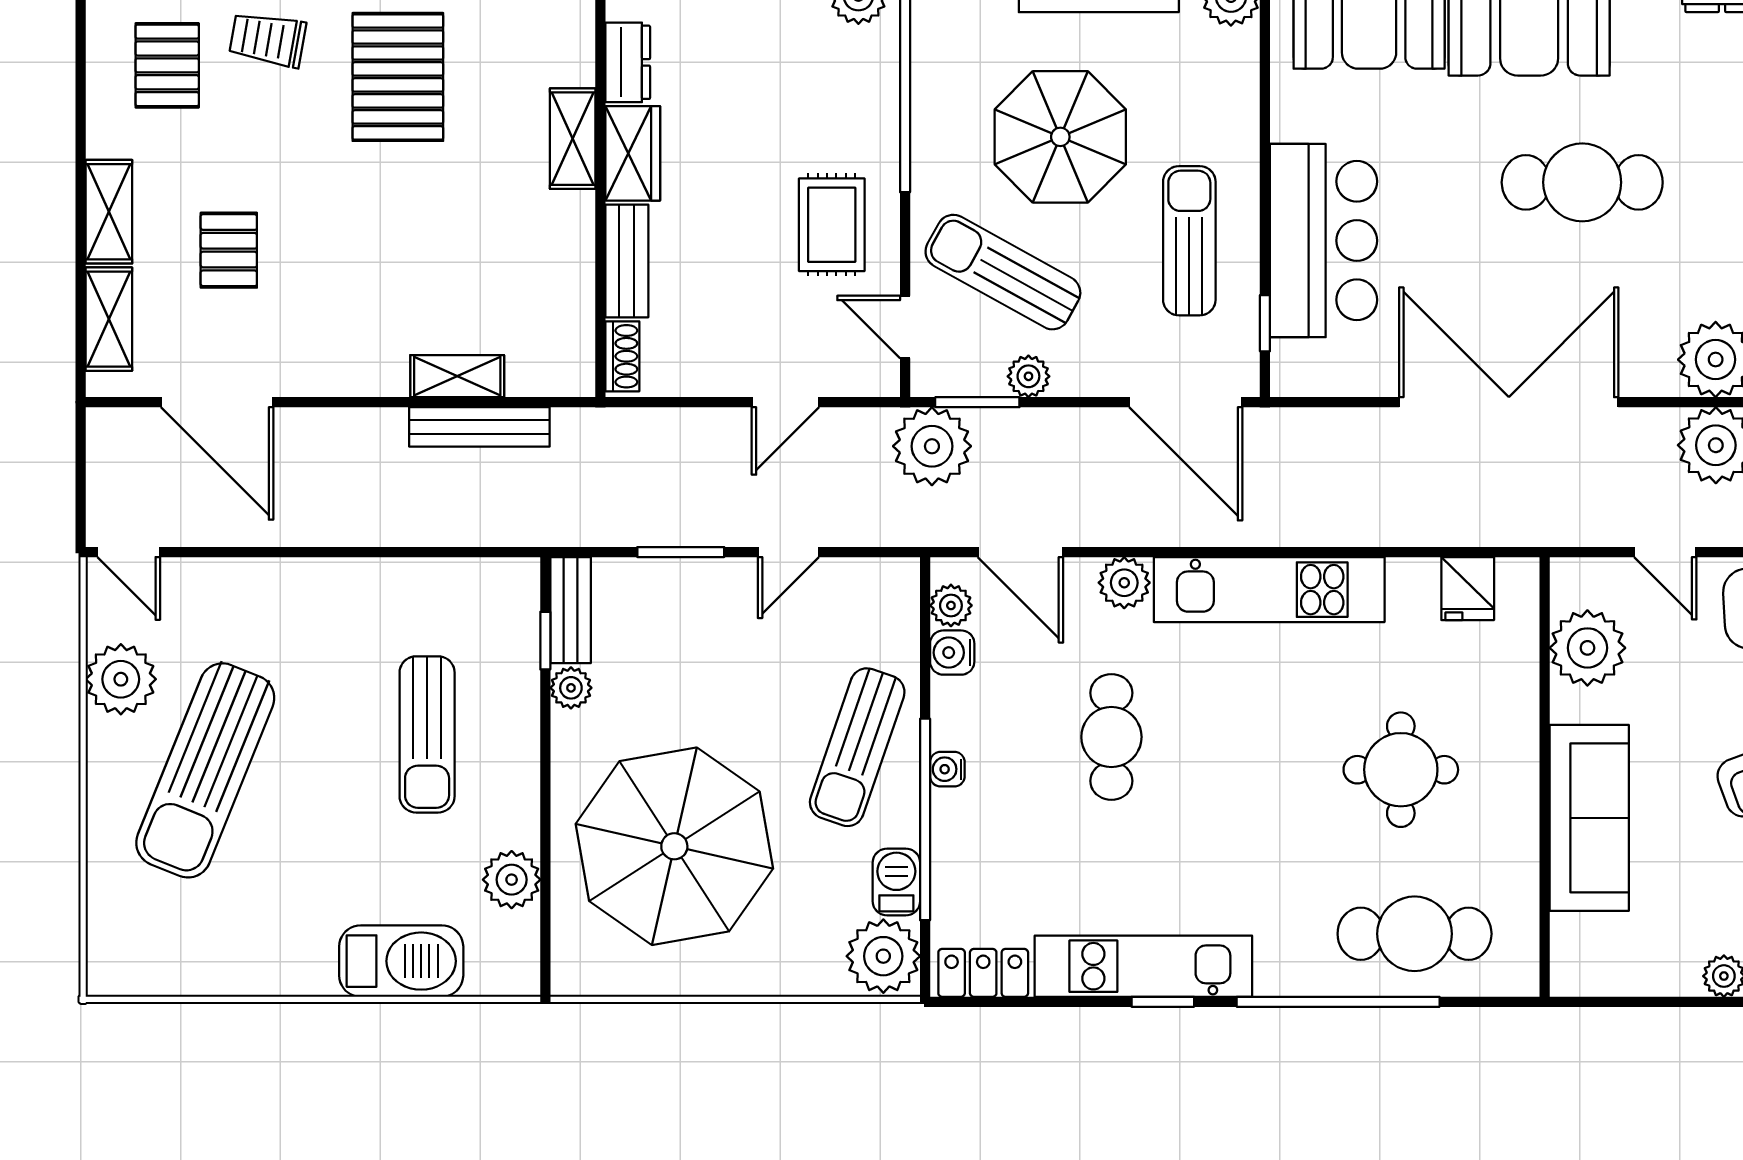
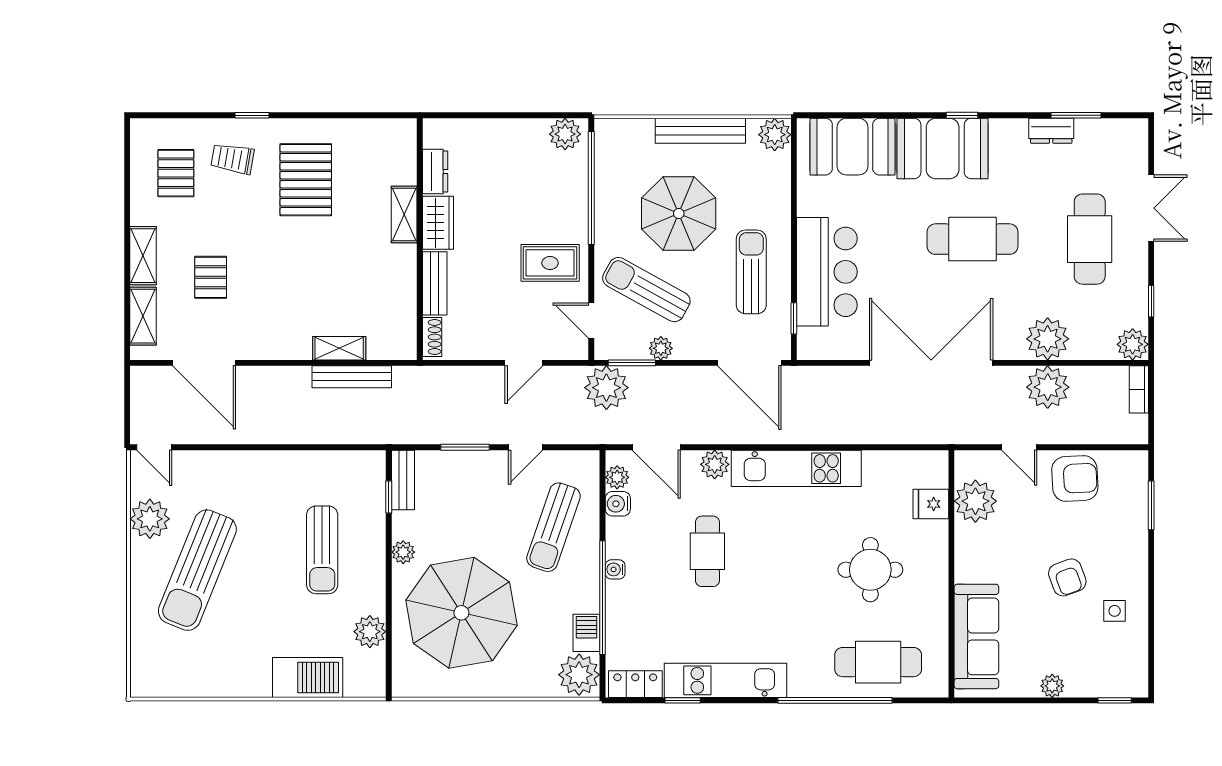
rug: (832, 225) -> (550, 263), turned 90
fridge: (1468, 589) -> (931, 504), moved, turned 90
plant: (571, 688) -> (403, 552), moved
sun lounger: (857, 747) -> (553, 527), moved
sofa: (1589, 818) -> (976, 636), moved
window: (1163, 1002) -> (683, 700), moved

